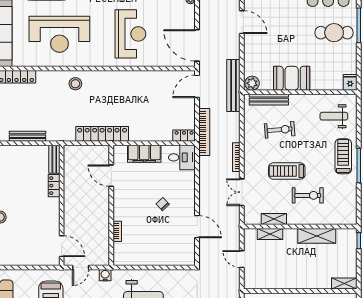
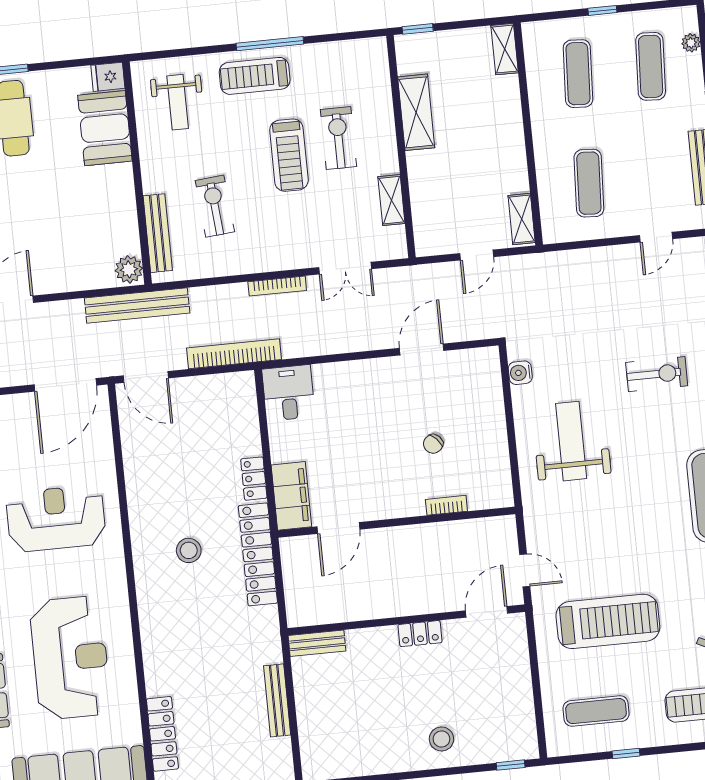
booth: (292, 78) -> (105, 128), moved
stool: (75, 84) -> (189, 550), moved
locker: (184, 136) -> (254, 479), moved
filing cabinet: (144, 154) -> (291, 496), moved
treadmill: (287, 171) -> (289, 155), moved
locker: (54, 186) -> (420, 634), moved
chair: (163, 204) -> (433, 444), moved
shelving: (270, 234) -> (522, 219), moved
water cooler: (105, 275) -> (520, 373), moved

